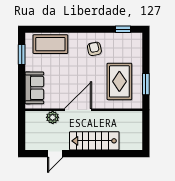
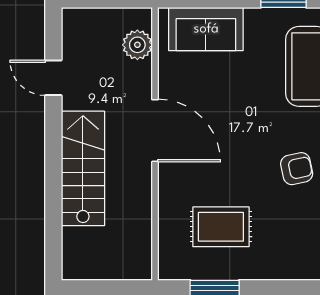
rug: (119, 81) -> (221, 227), width x0.73, depth x0.70
plant: (53, 117) -> (137, 45), moved

